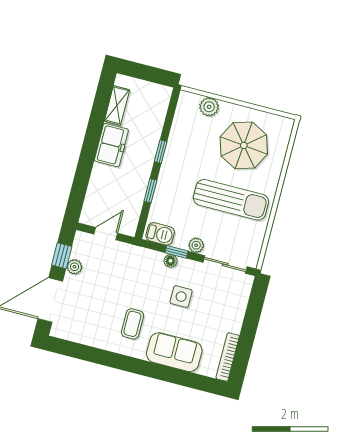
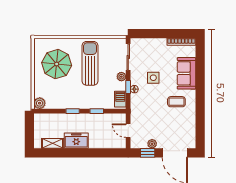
plant: (209, 107) -> (40, 103), moved

